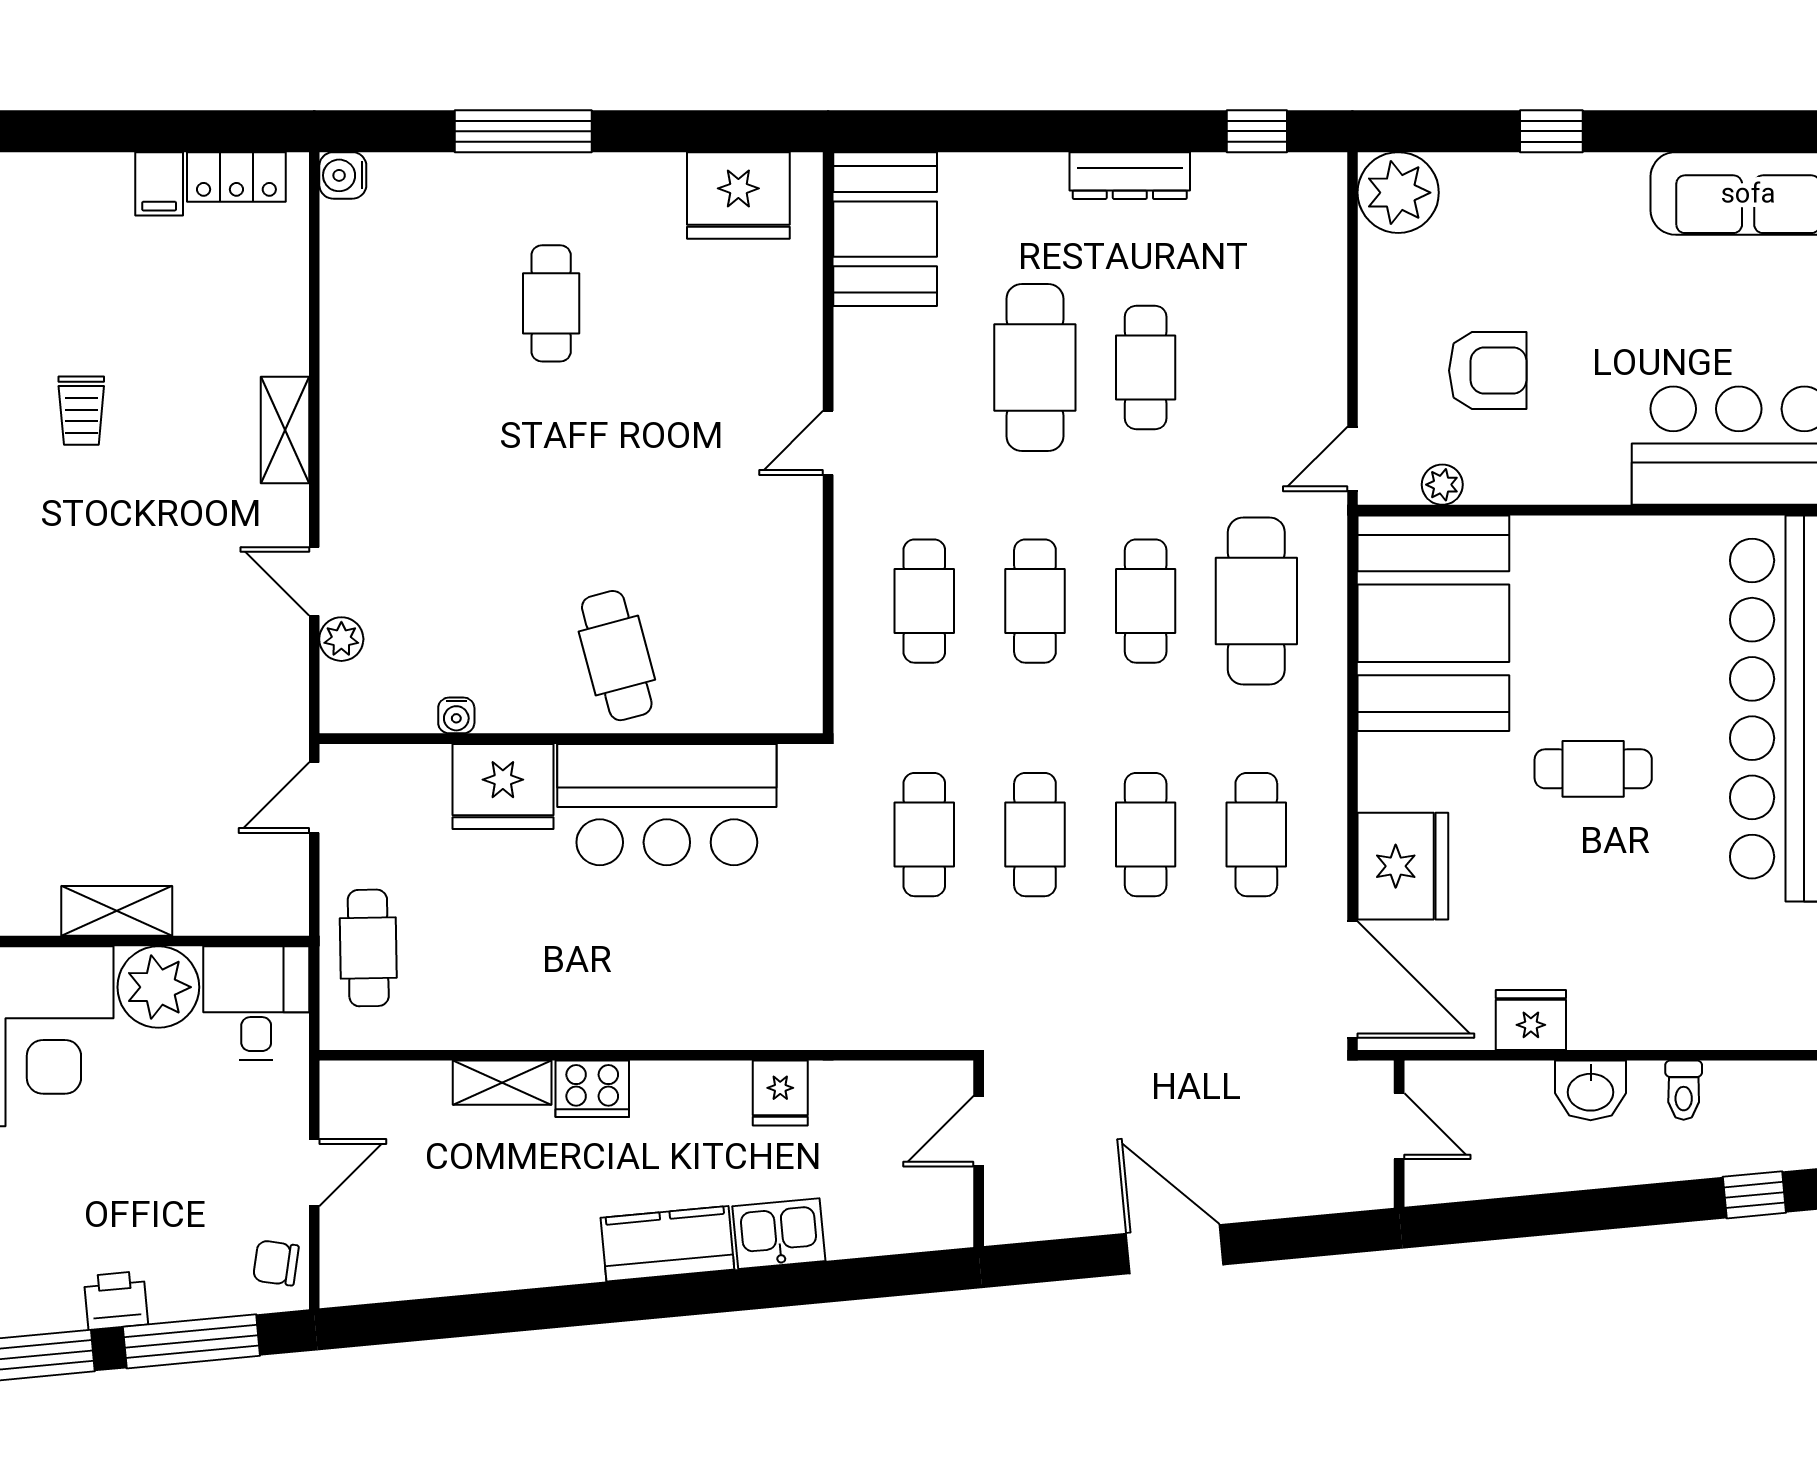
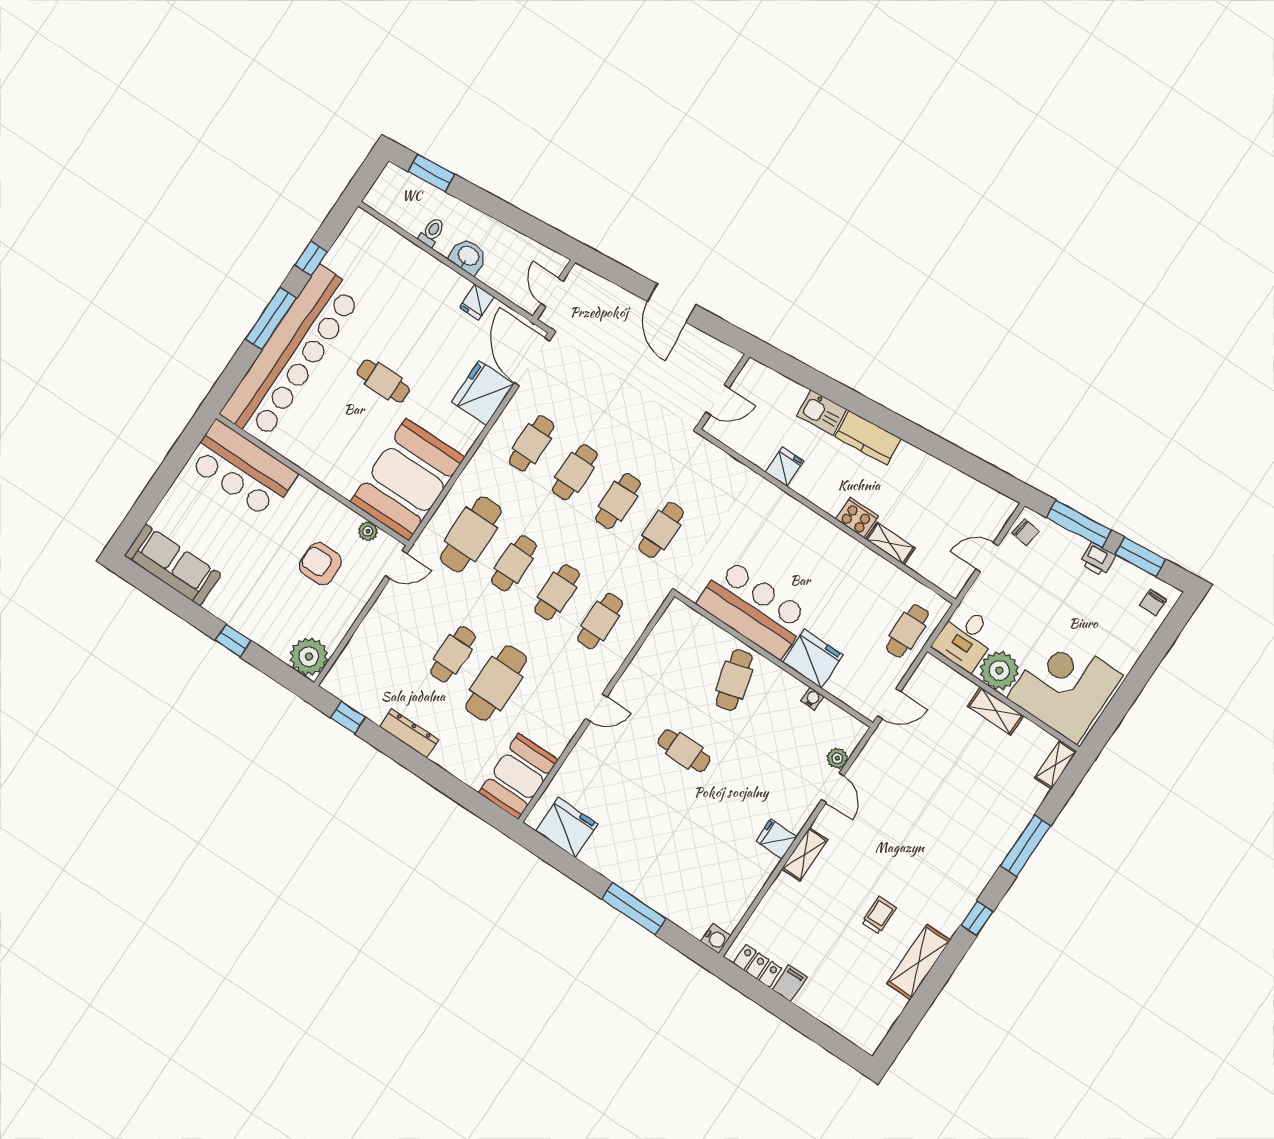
cafe table: (551, 303) -> (684, 751), moved, turned 90
fridge: (354, 424) -> (776, 839), added
fridge: (1531, 1020) -> (477, 302), width x0.72
window: (1754, 1195) -> (432, 173), width x1.50

